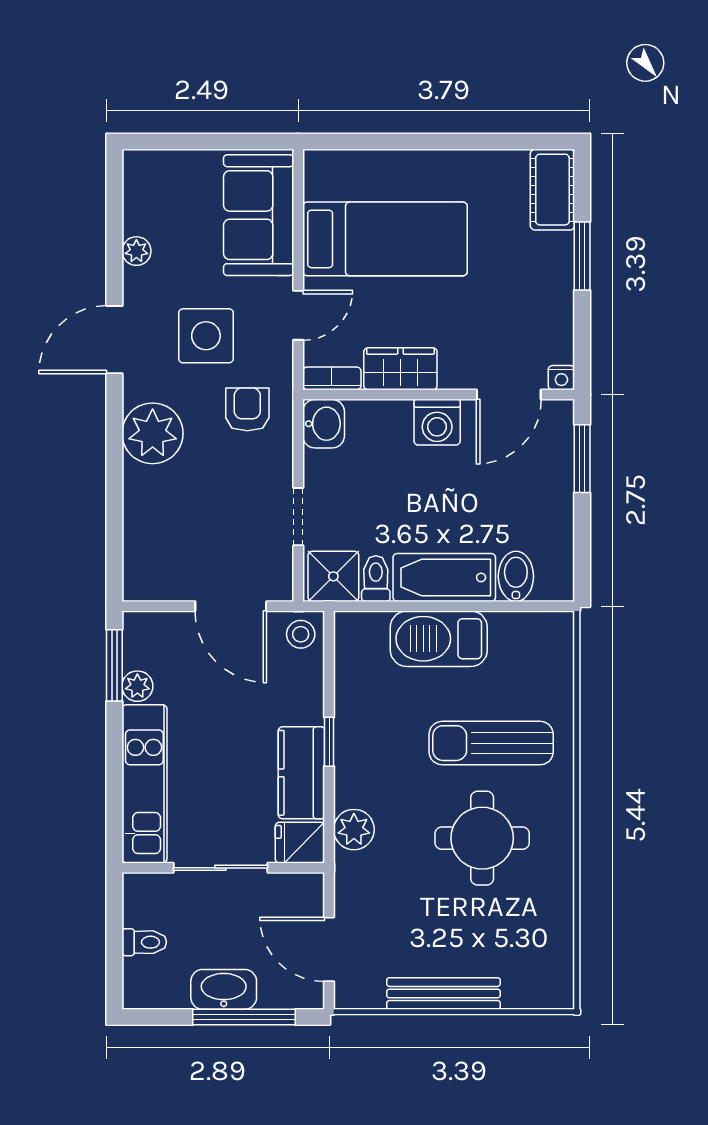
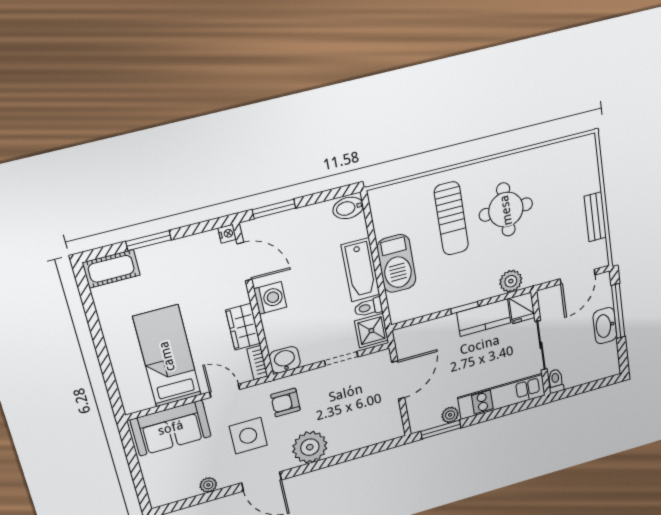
bidet: (516, 576) -> (348, 208), moved
stool: (301, 634) -> (407, 339), removed
toilet: (144, 942) -> (556, 381), moved
bench: (443, 993) -> (595, 217), width x0.73

